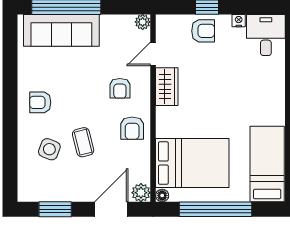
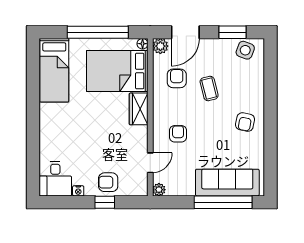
wardrobe: (167, 87) -> (139, 109), moved
armchair: (40, 102) -> (245, 122), turned 101
armchair: (132, 128) -> (177, 78), moved
side table: (49, 149) -> (245, 50), moved

